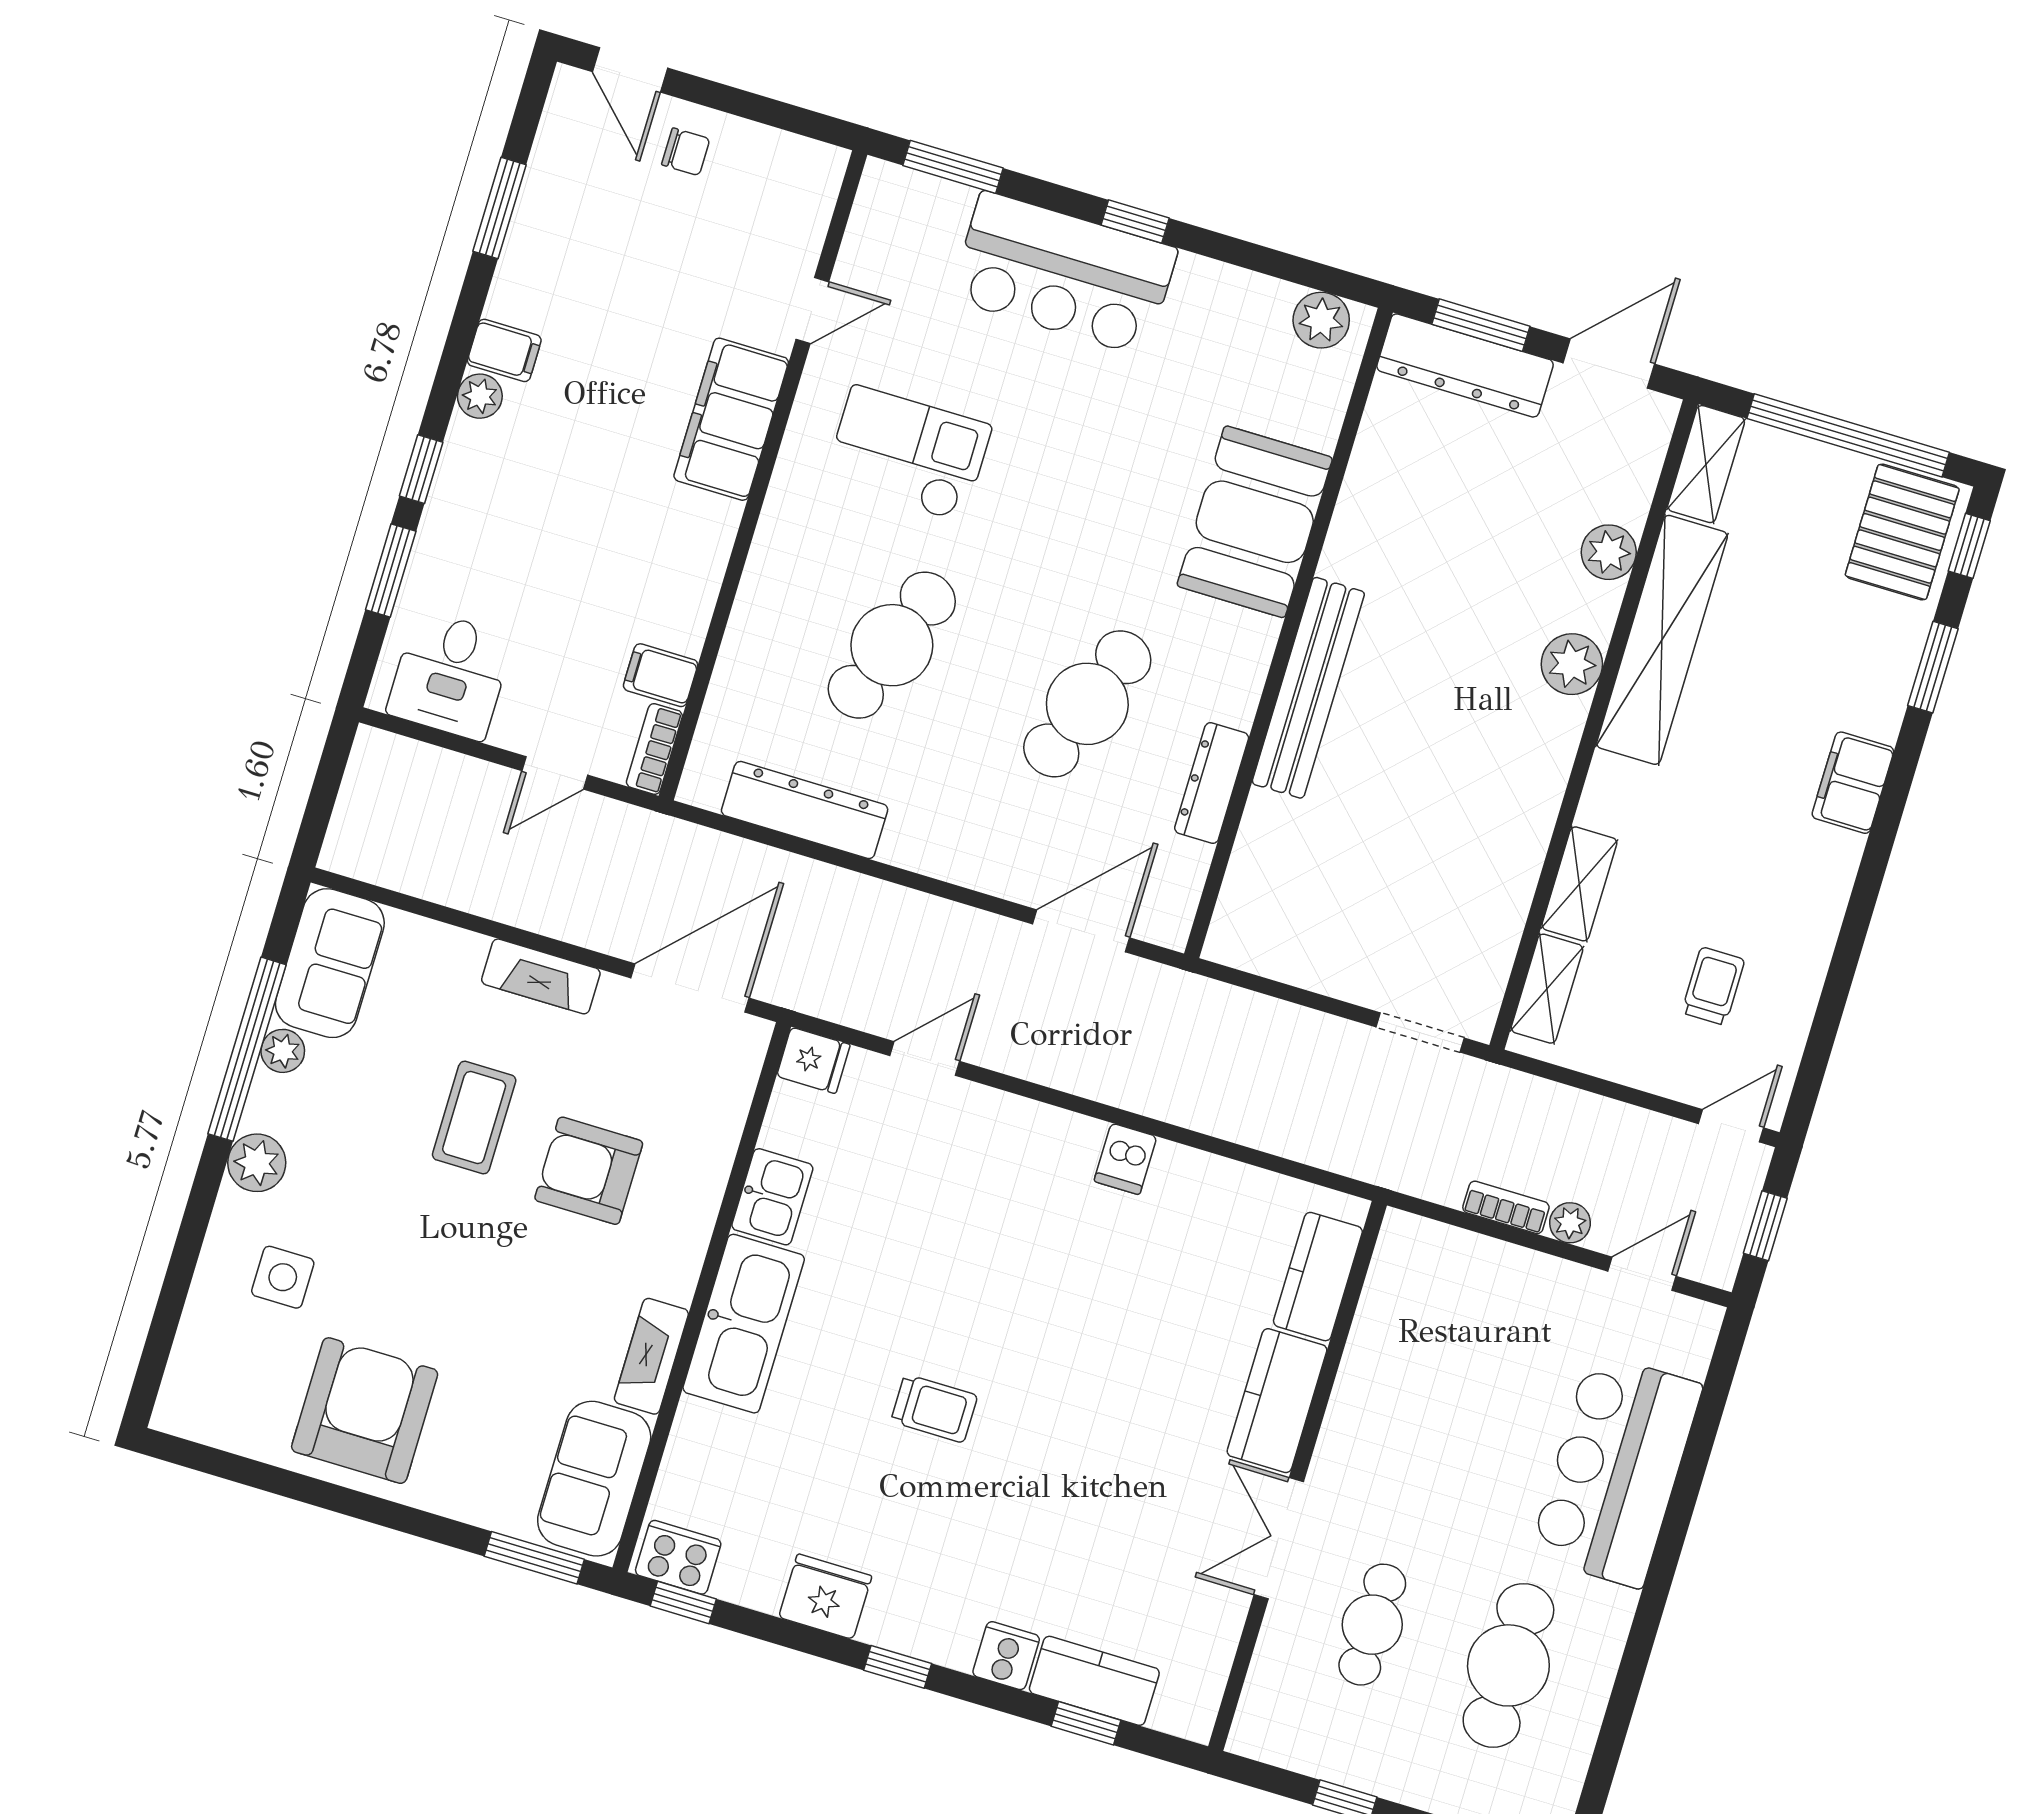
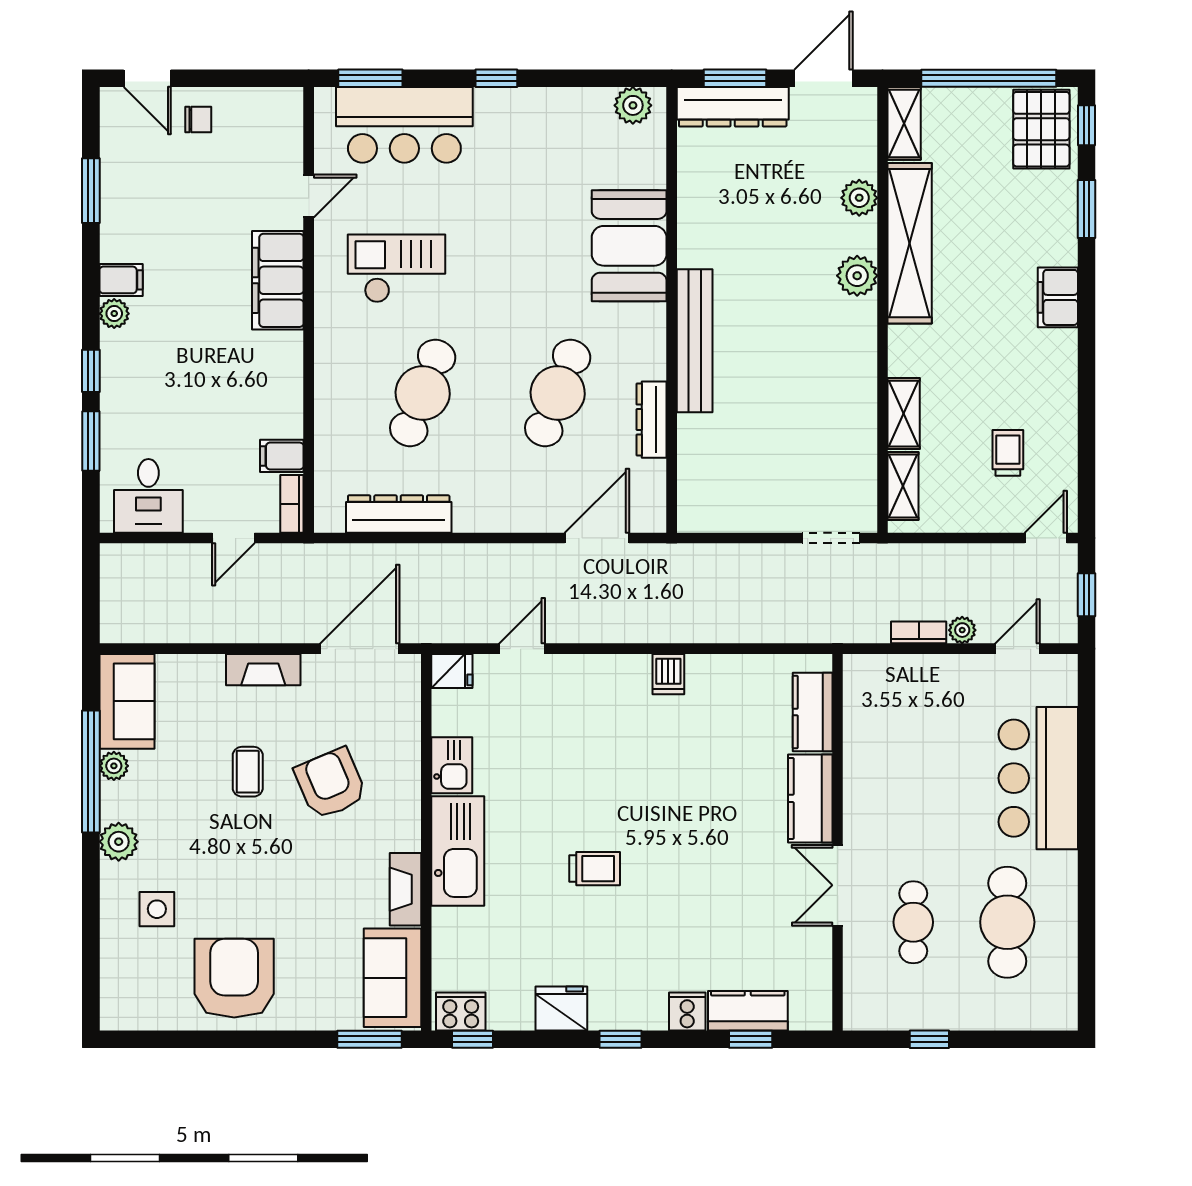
bar counter: (1064, 274) -> (404, 125), moved
coffee table: (474, 1117) -> (248, 772), width x0.73, depth x0.77
armchair: (589, 1171) -> (331, 784), turned 67

